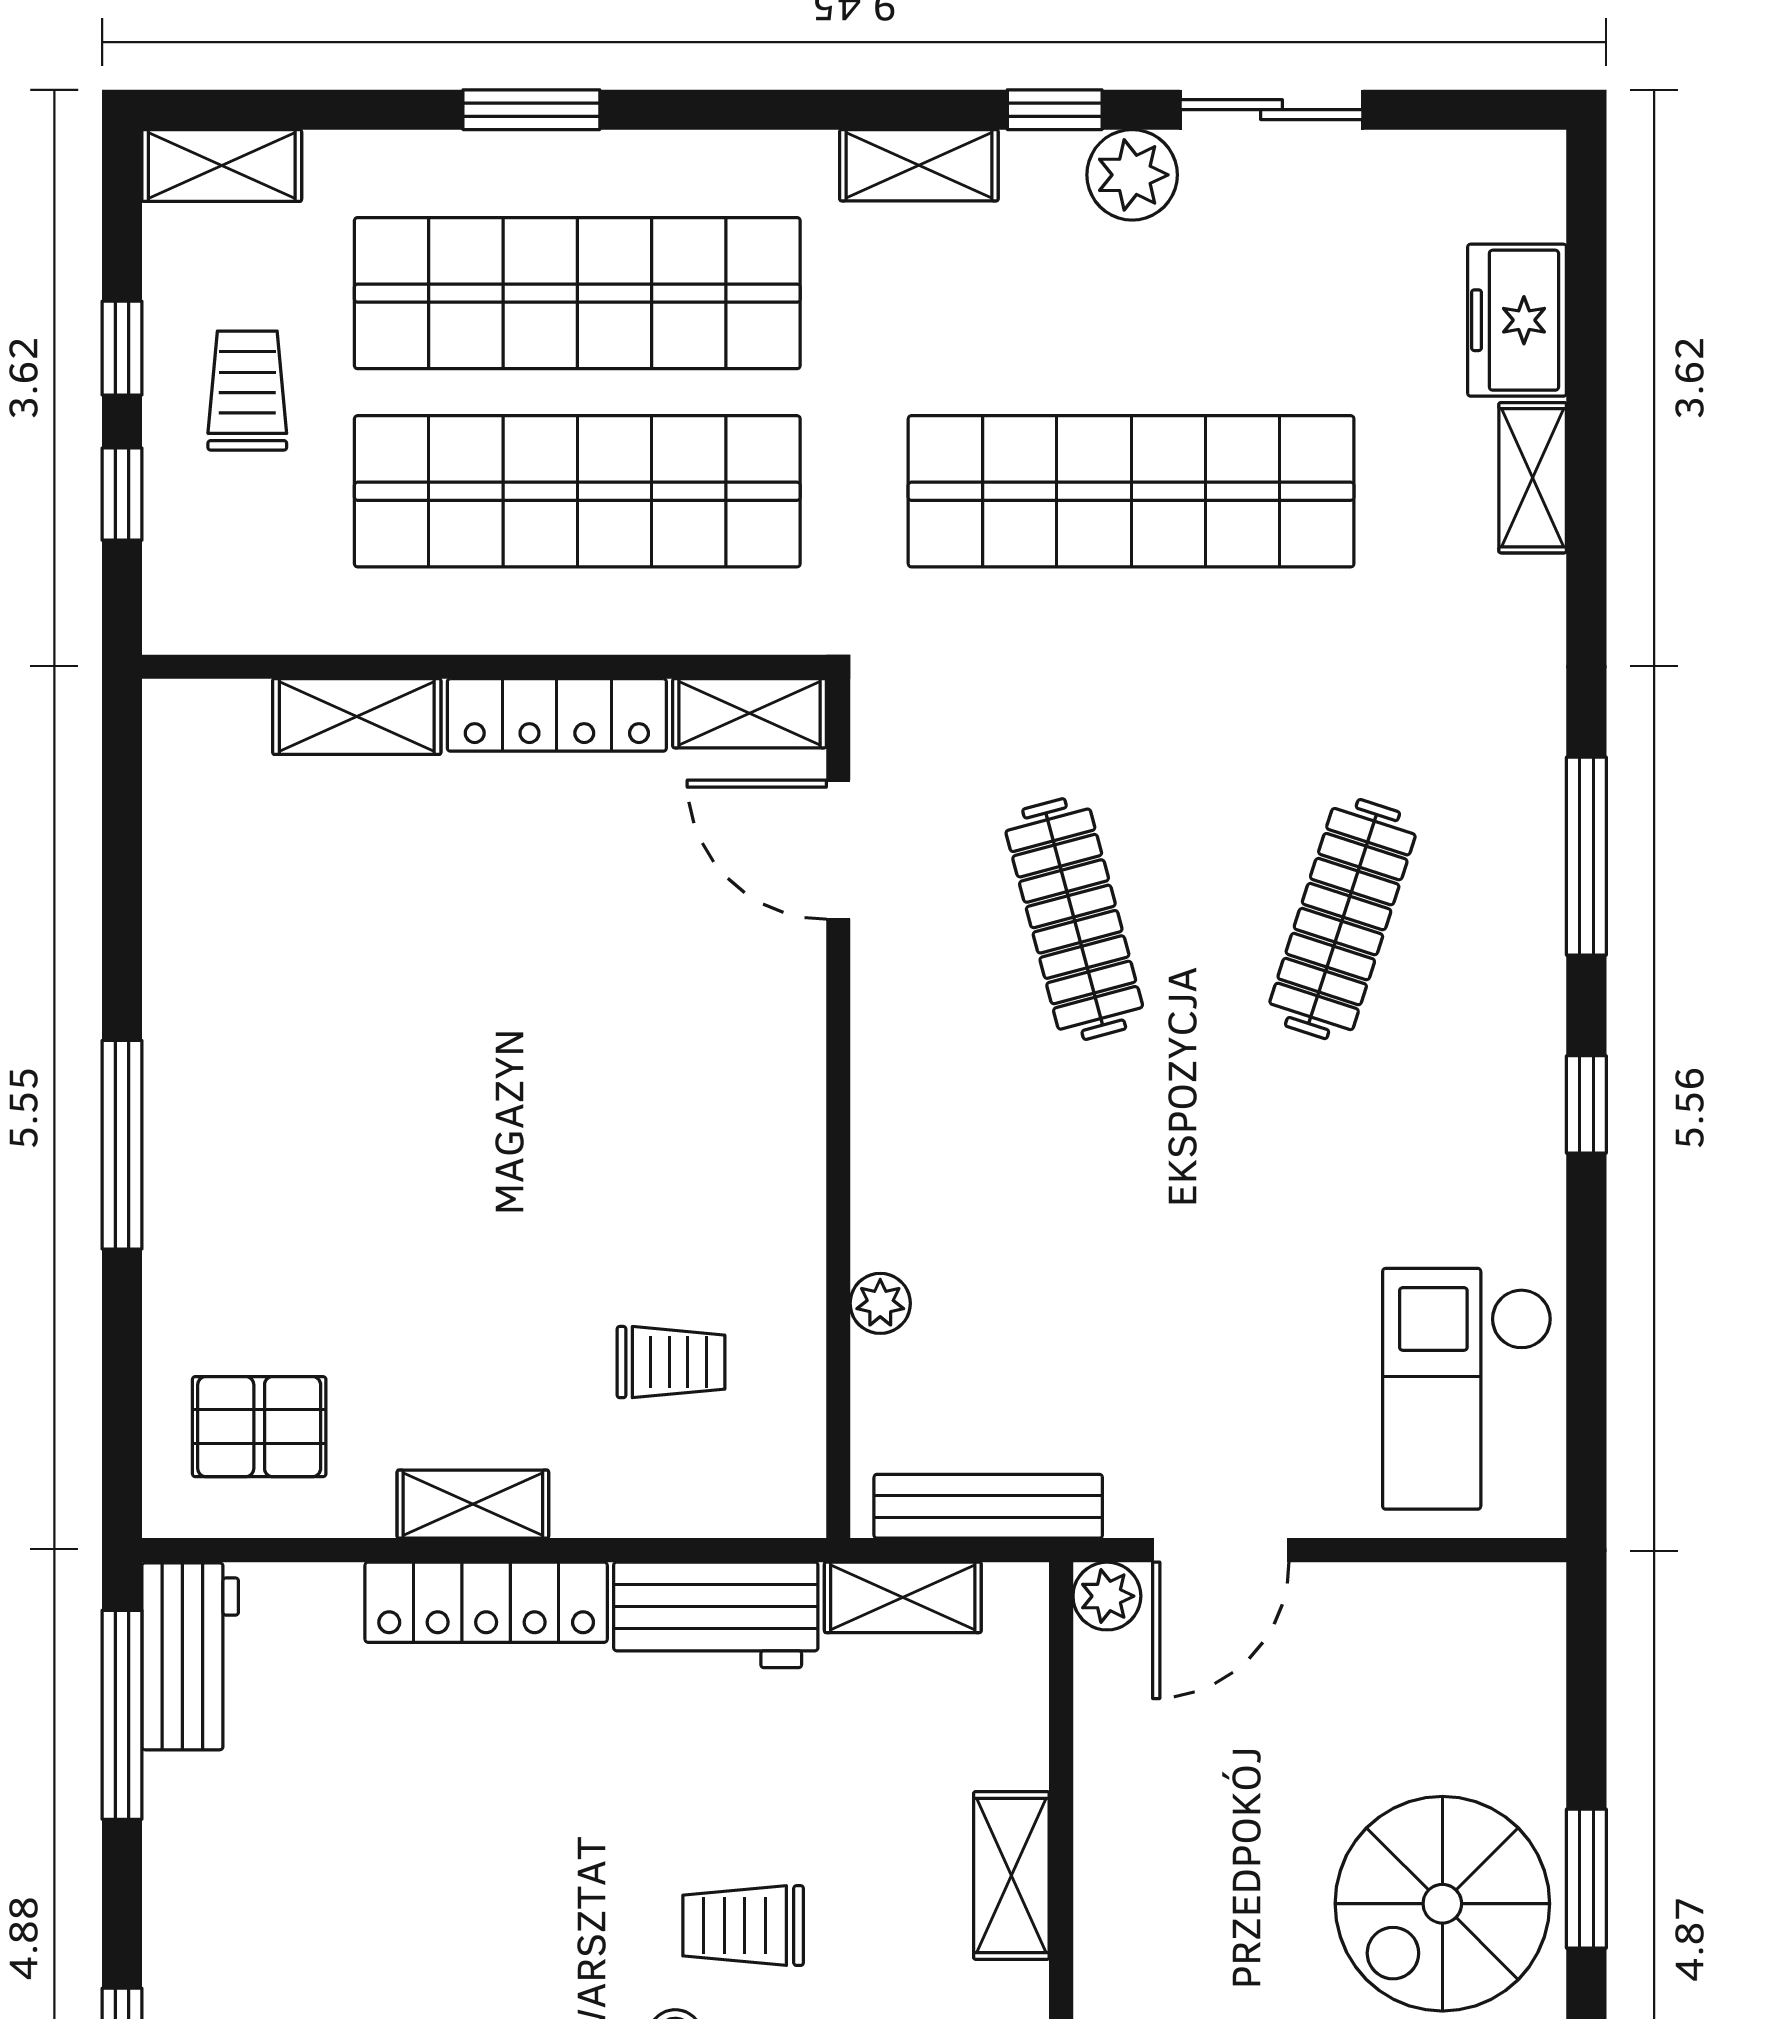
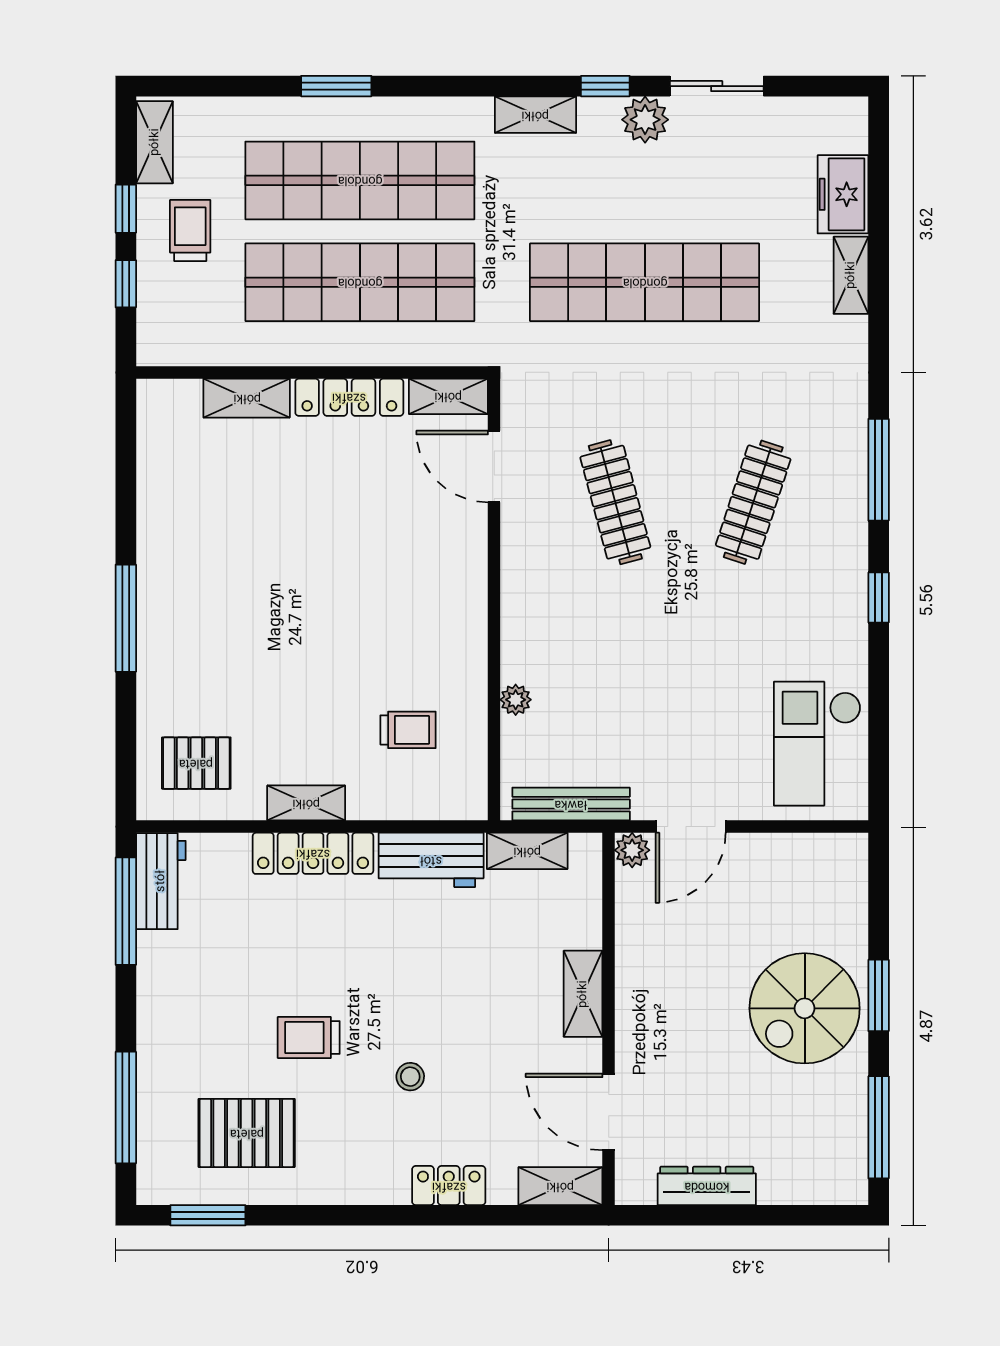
shelving: (222, 165) -> (155, 142), moved, turned 90
trolley: (743, 1926) -> (309, 1038), moved

